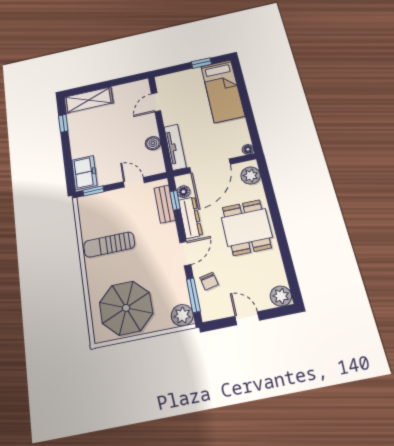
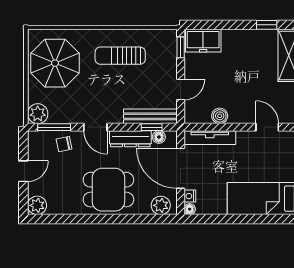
nightstand: (235, 152) -> (190, 196), added
bench: (165, 204) -> (150, 116), width x1.36
sun lounger: (109, 245) -> (120, 56), turned -90

